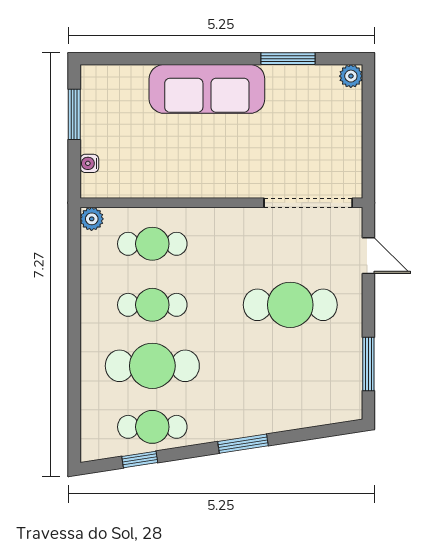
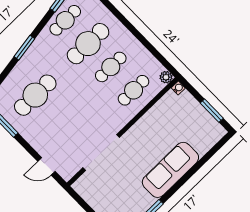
water cooler: (89, 163) -> (178, 88), moved
doorway: (308, 203) -> (101, 153), moved
cafe table: (290, 305) -> (35, 95), moved

